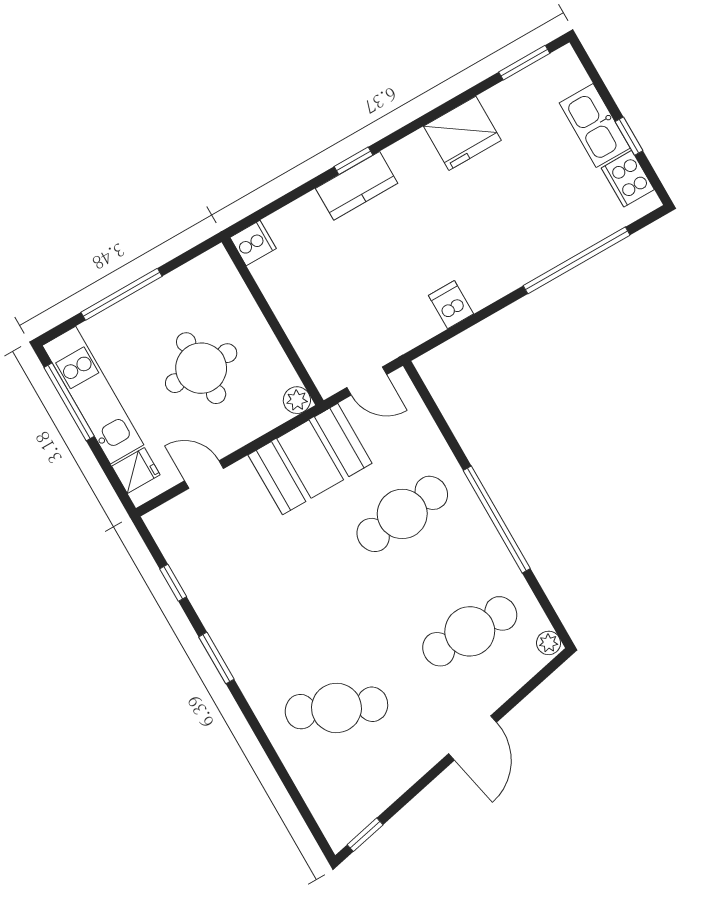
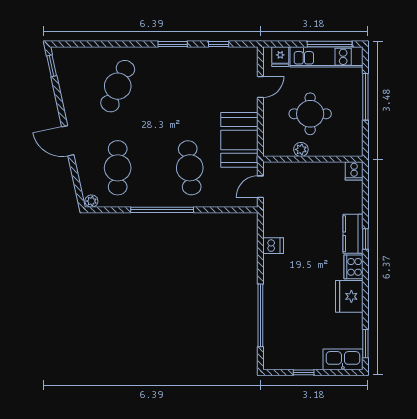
kitchen sink: (595, 125) -> (343, 359), moved
cooker: (628, 179) -> (353, 267), moved, turned -90
plant: (297, 400) -> (301, 149), moved

